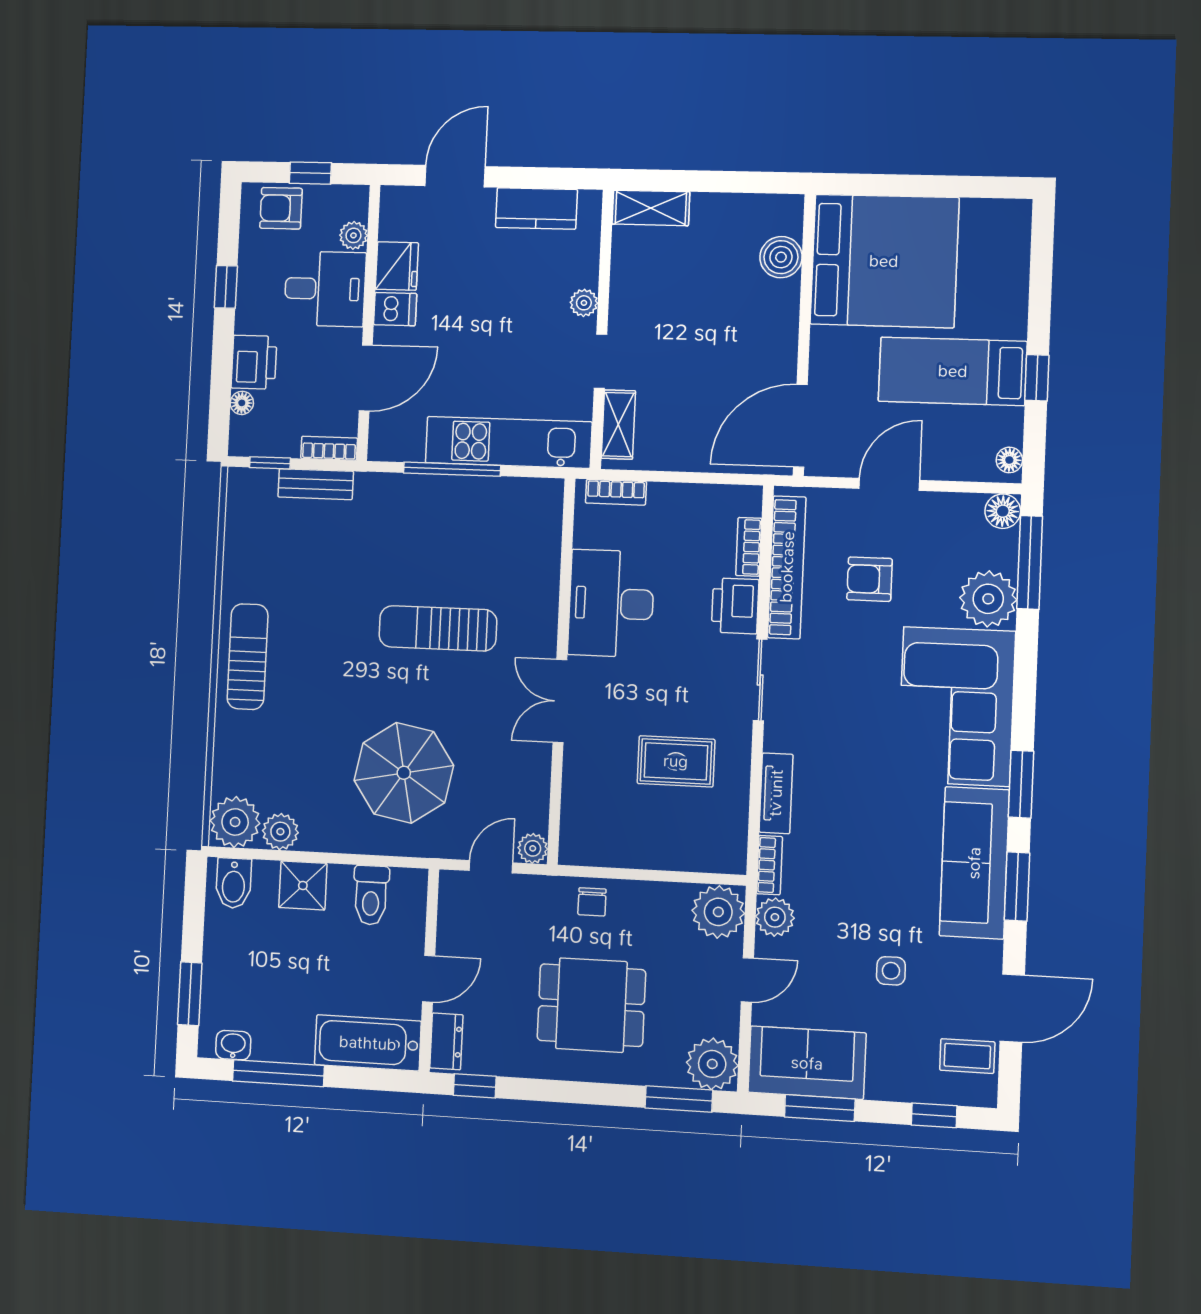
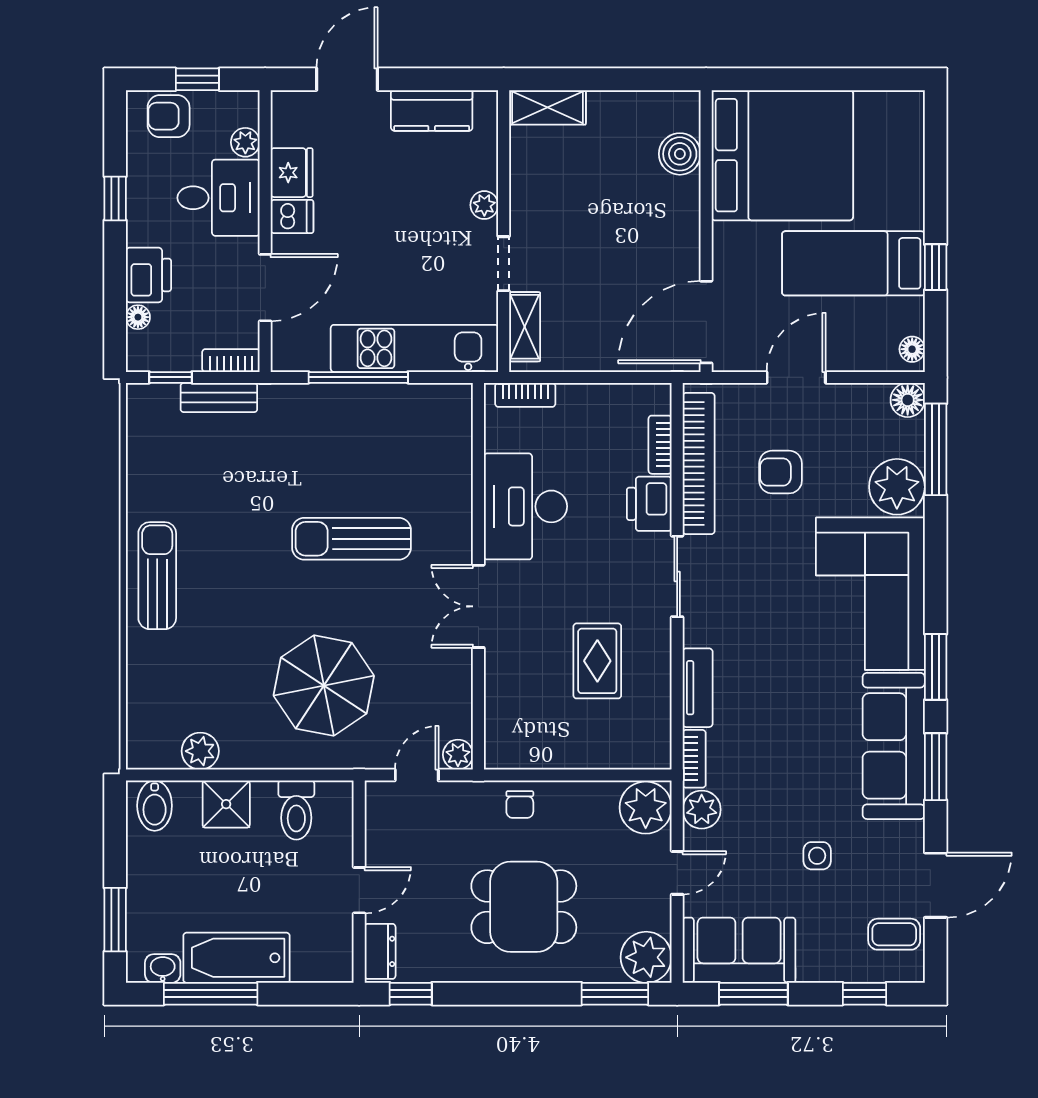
rug: (676, 761) -> (597, 661), turned 90
plant: (235, 822) -> (153, 744), removed
bathtub: (368, 1043) -> (236, 958), moved

